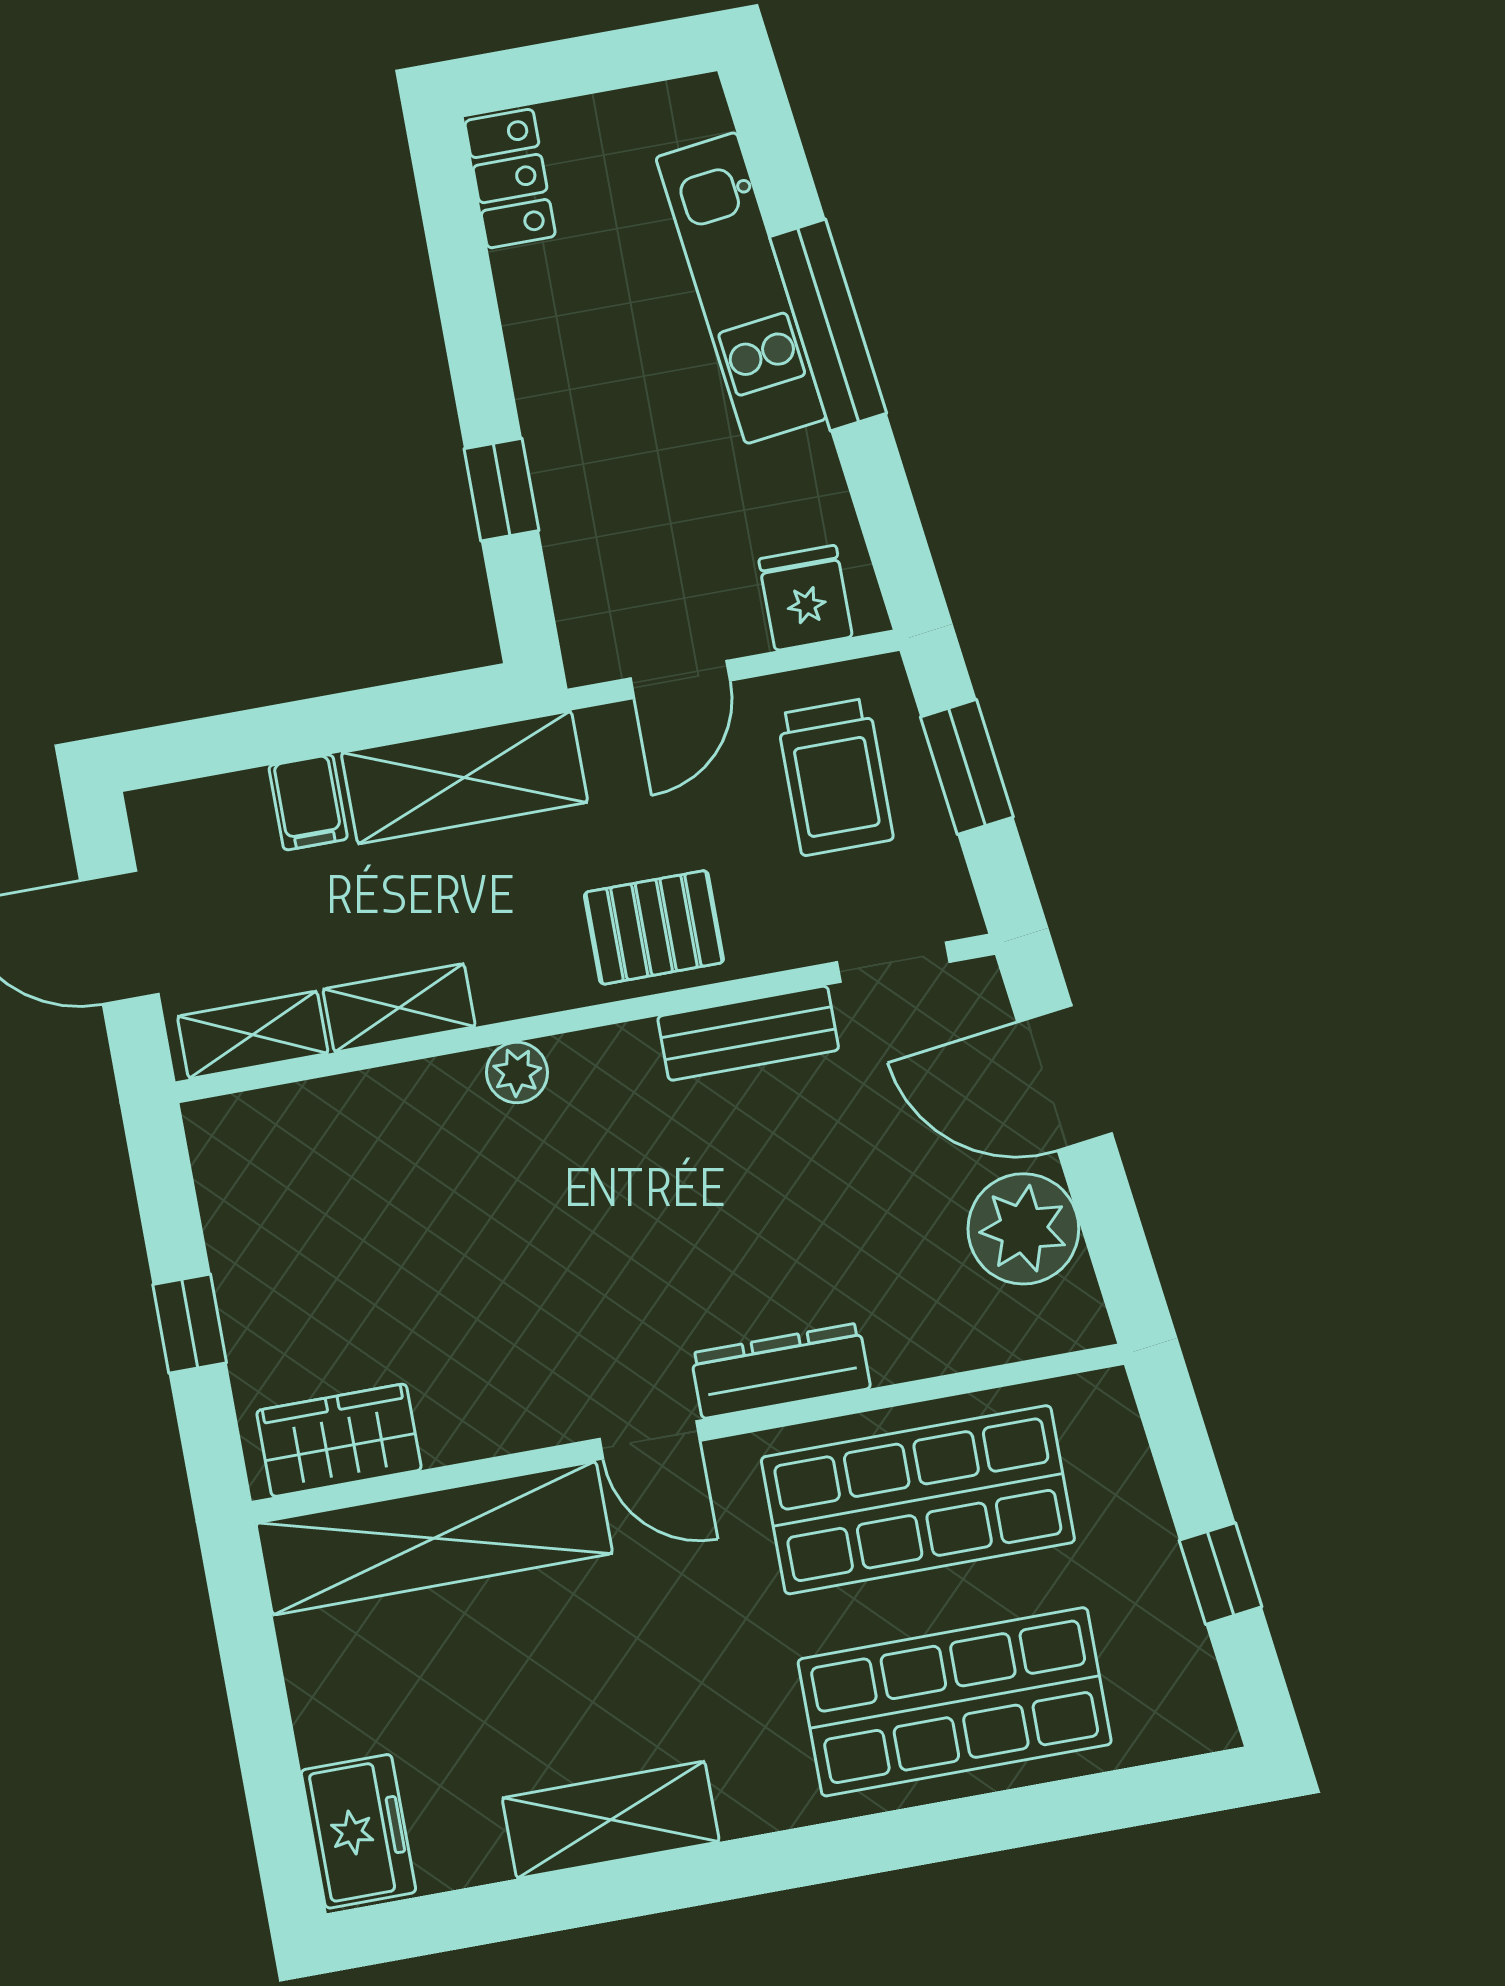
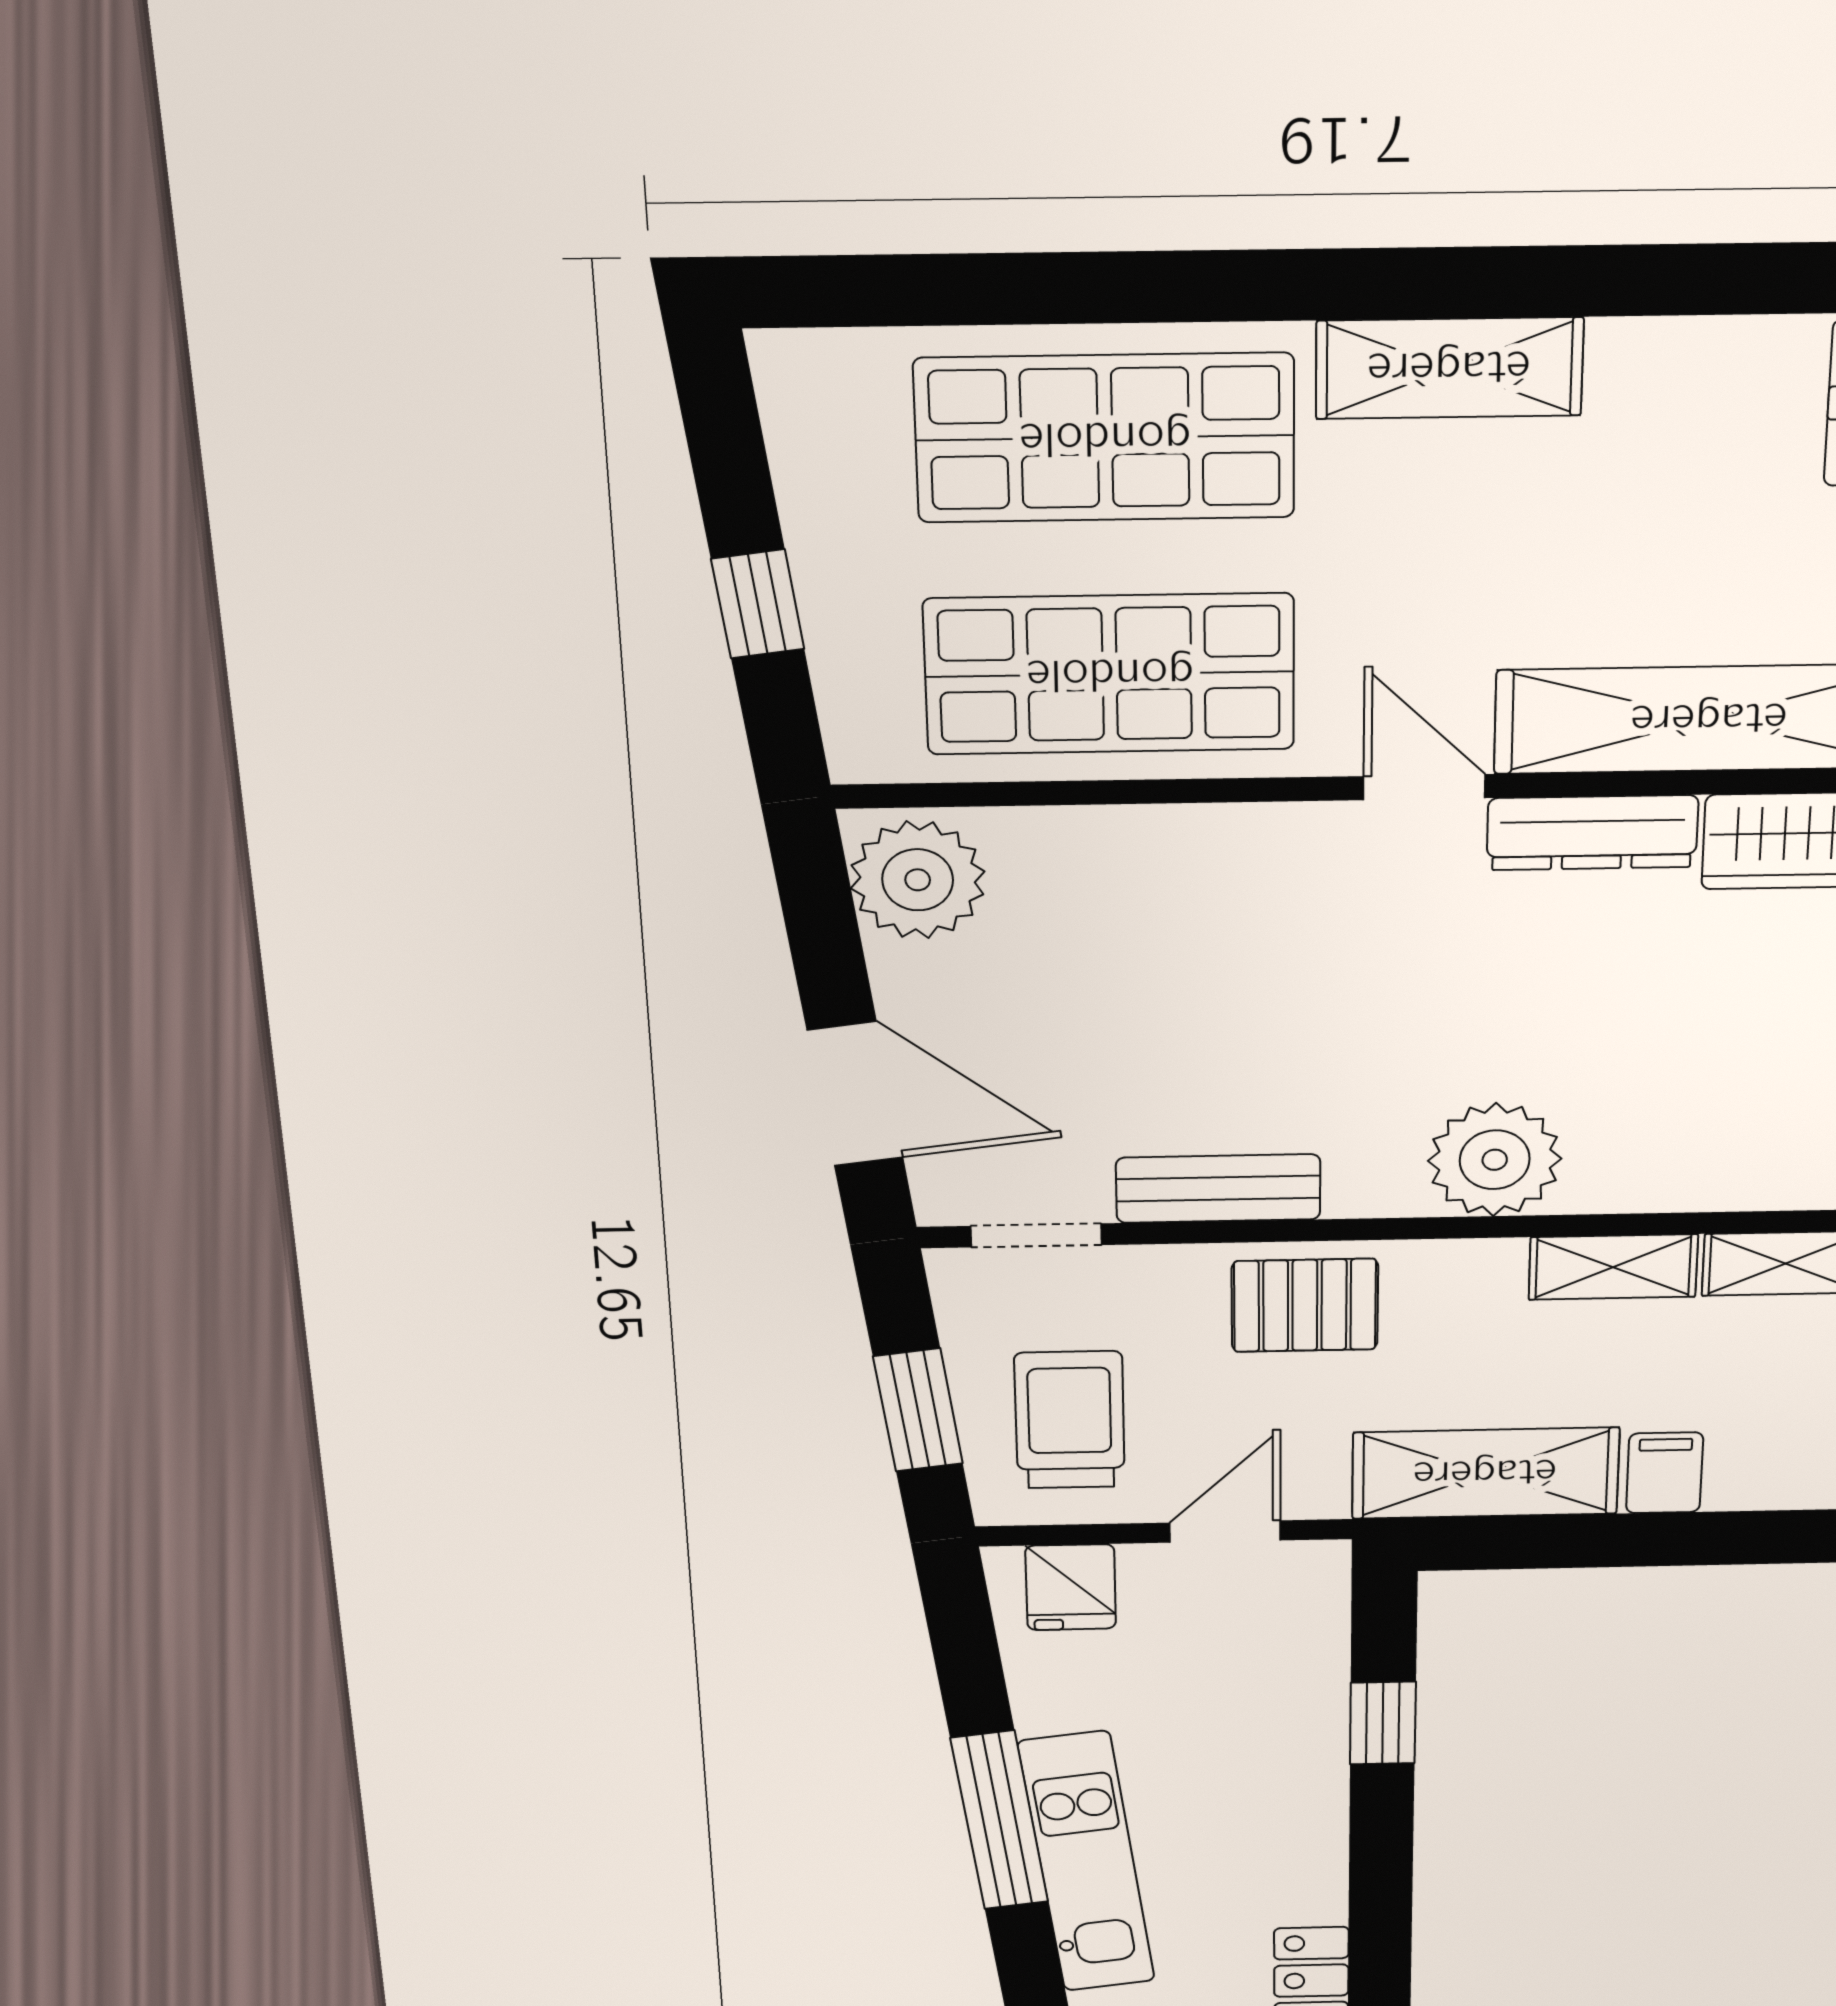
plant: (517, 1073) -> (1495, 1160), width x1.87, depth x1.87
plant: (1023, 1229) -> (918, 880), moved
dresser: (781, 1371) -> (1592, 833), moved
window: (1221, 1574) -> (758, 604), moved
shelving: (611, 1820) -> (1449, 368), moved

